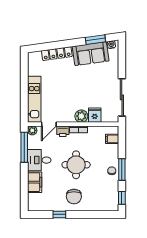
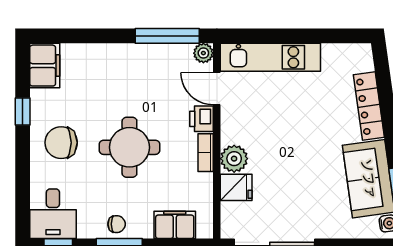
filing cabinet: (112, 139) -> (175, 225), width x2.00
desk: (39, 160) -> (53, 214), moved, turned 180
filing cabinet: (35, 182) -> (45, 66), moved, turned -90

